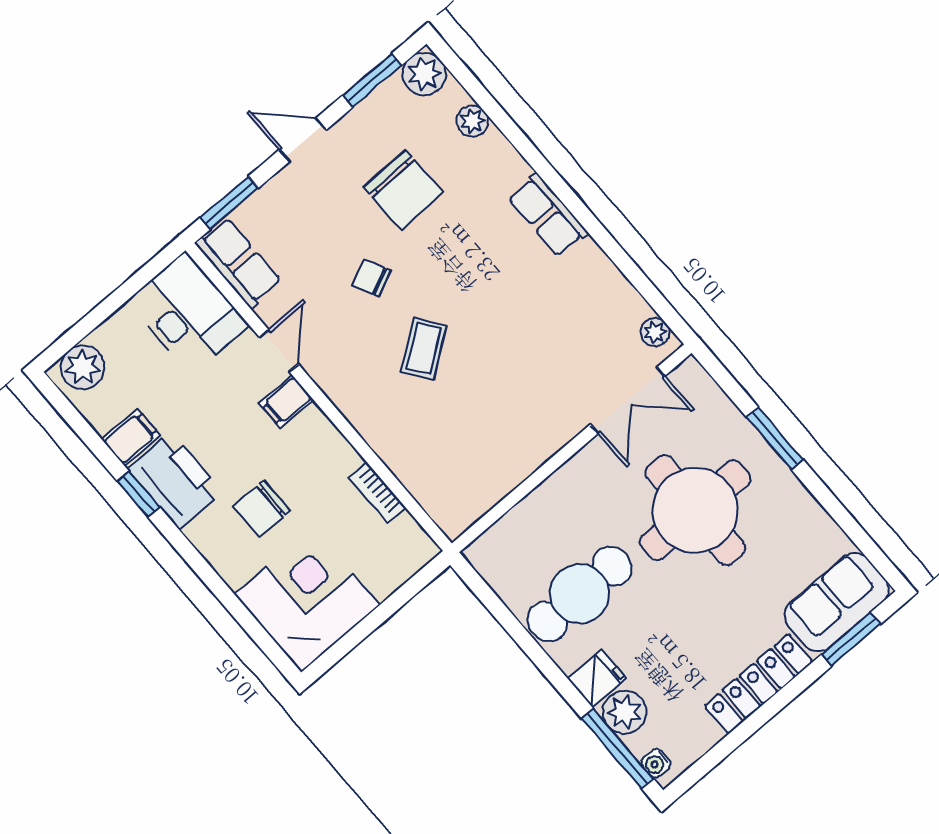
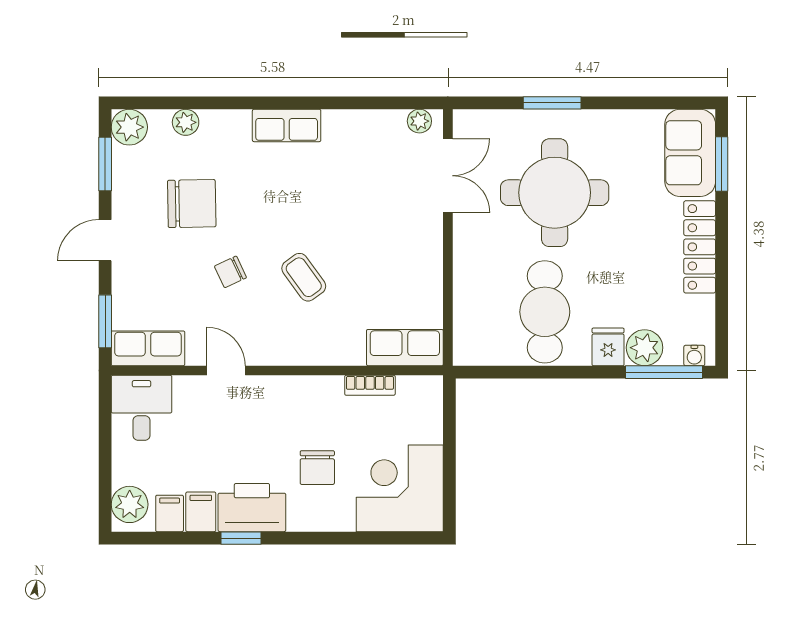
desk: (188, 313) -> (142, 408), width x0.73
filing cabinet: (286, 402) -> (170, 513), moved, turned 180
row of seats: (439, 495) -> (405, 348), added

